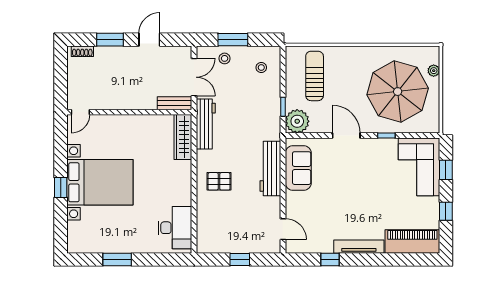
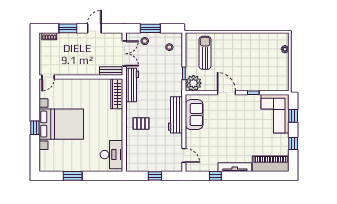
parasol: (398, 92) -> (261, 63), removed

